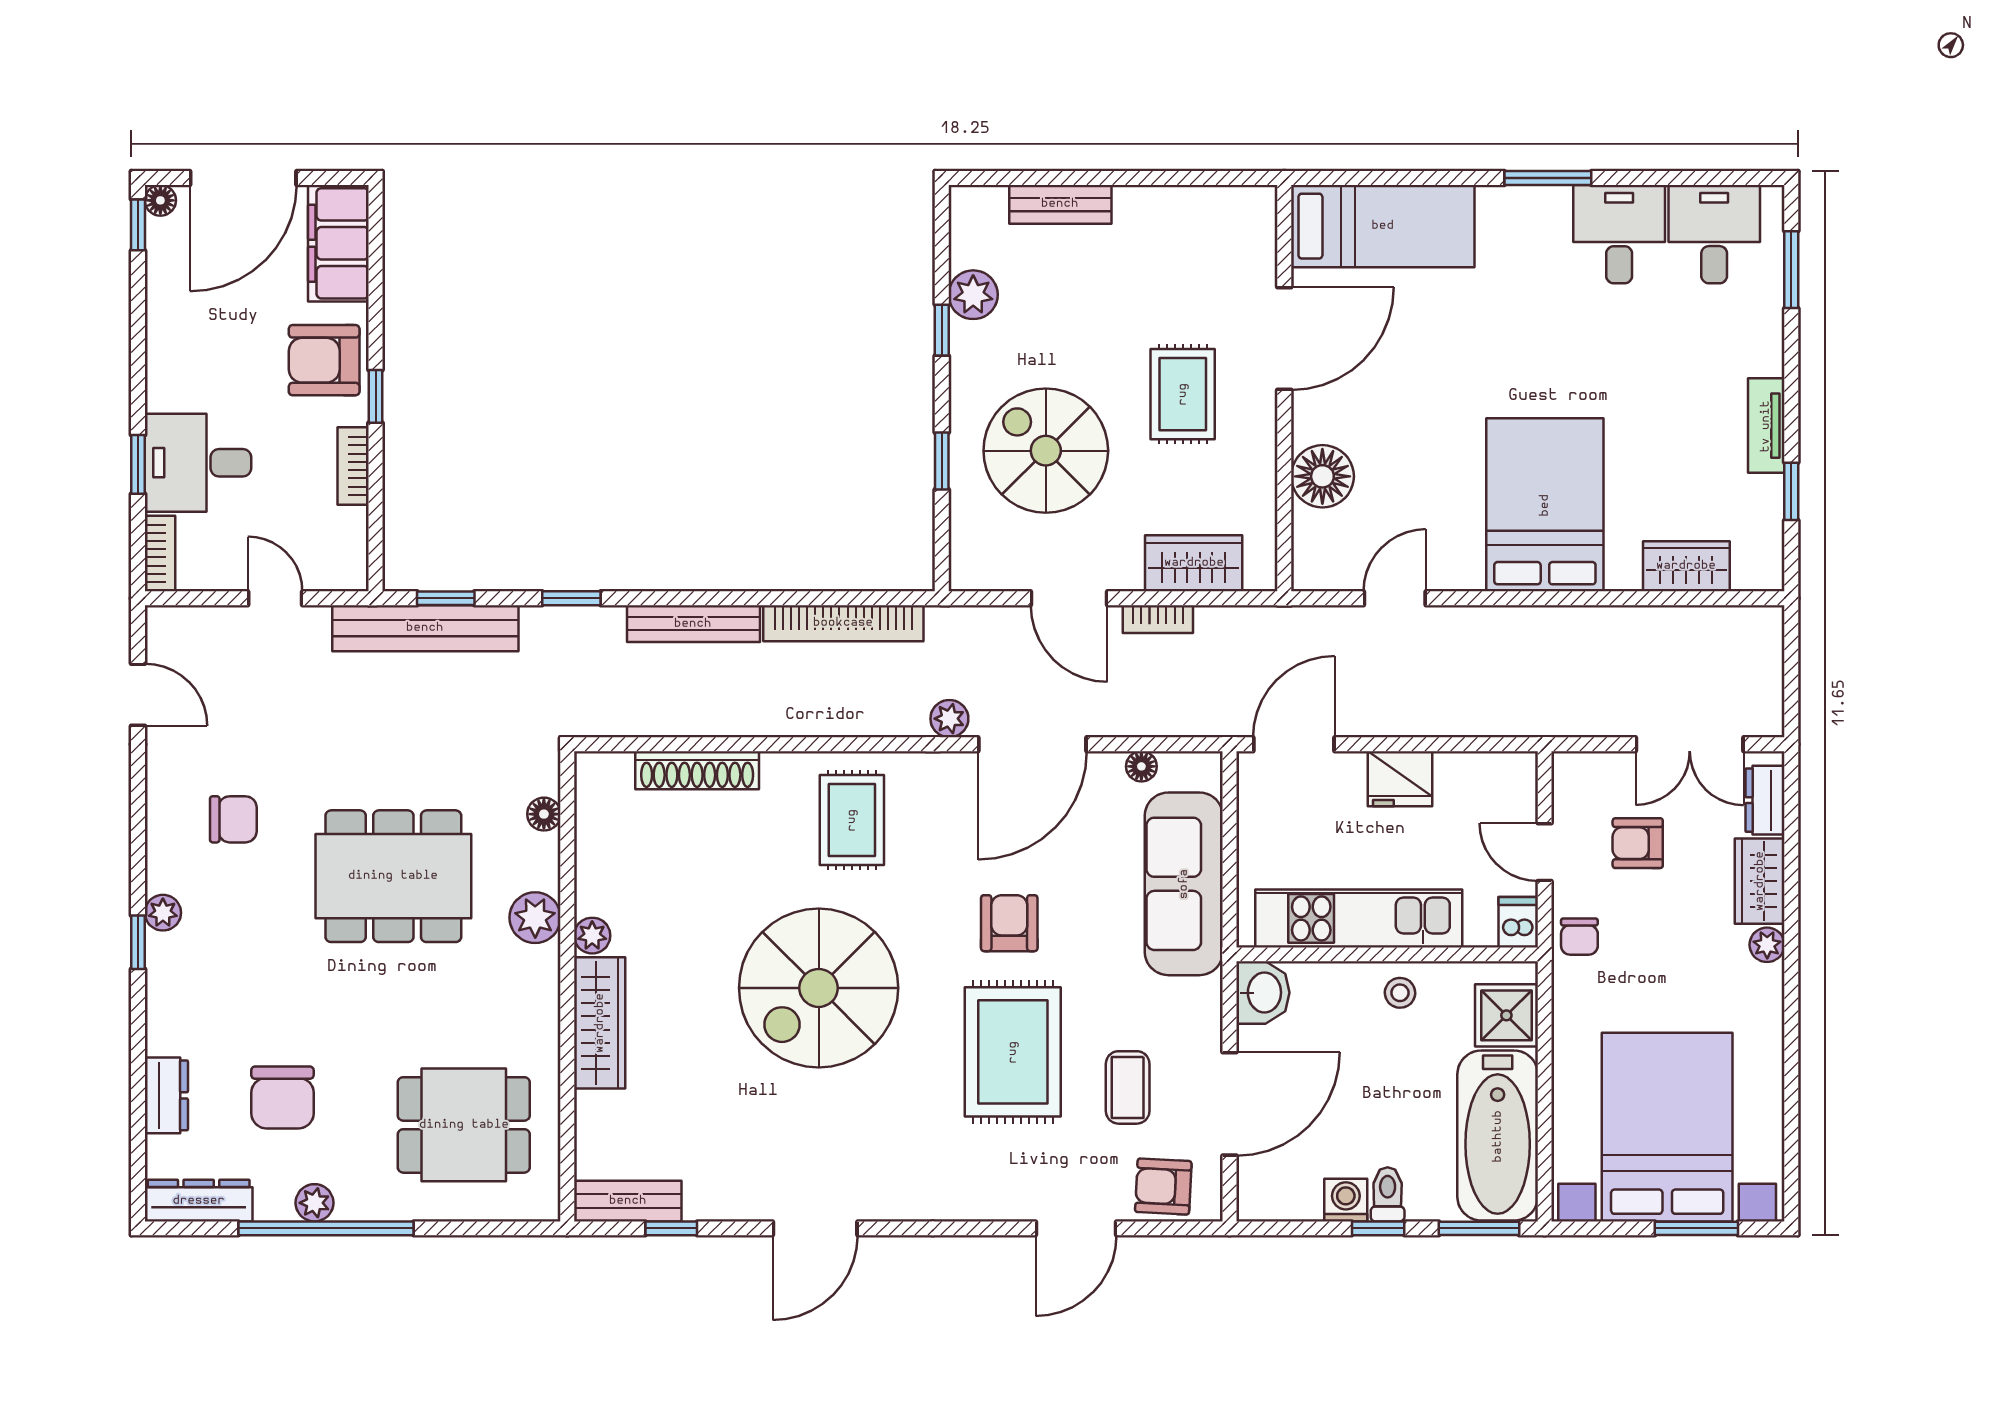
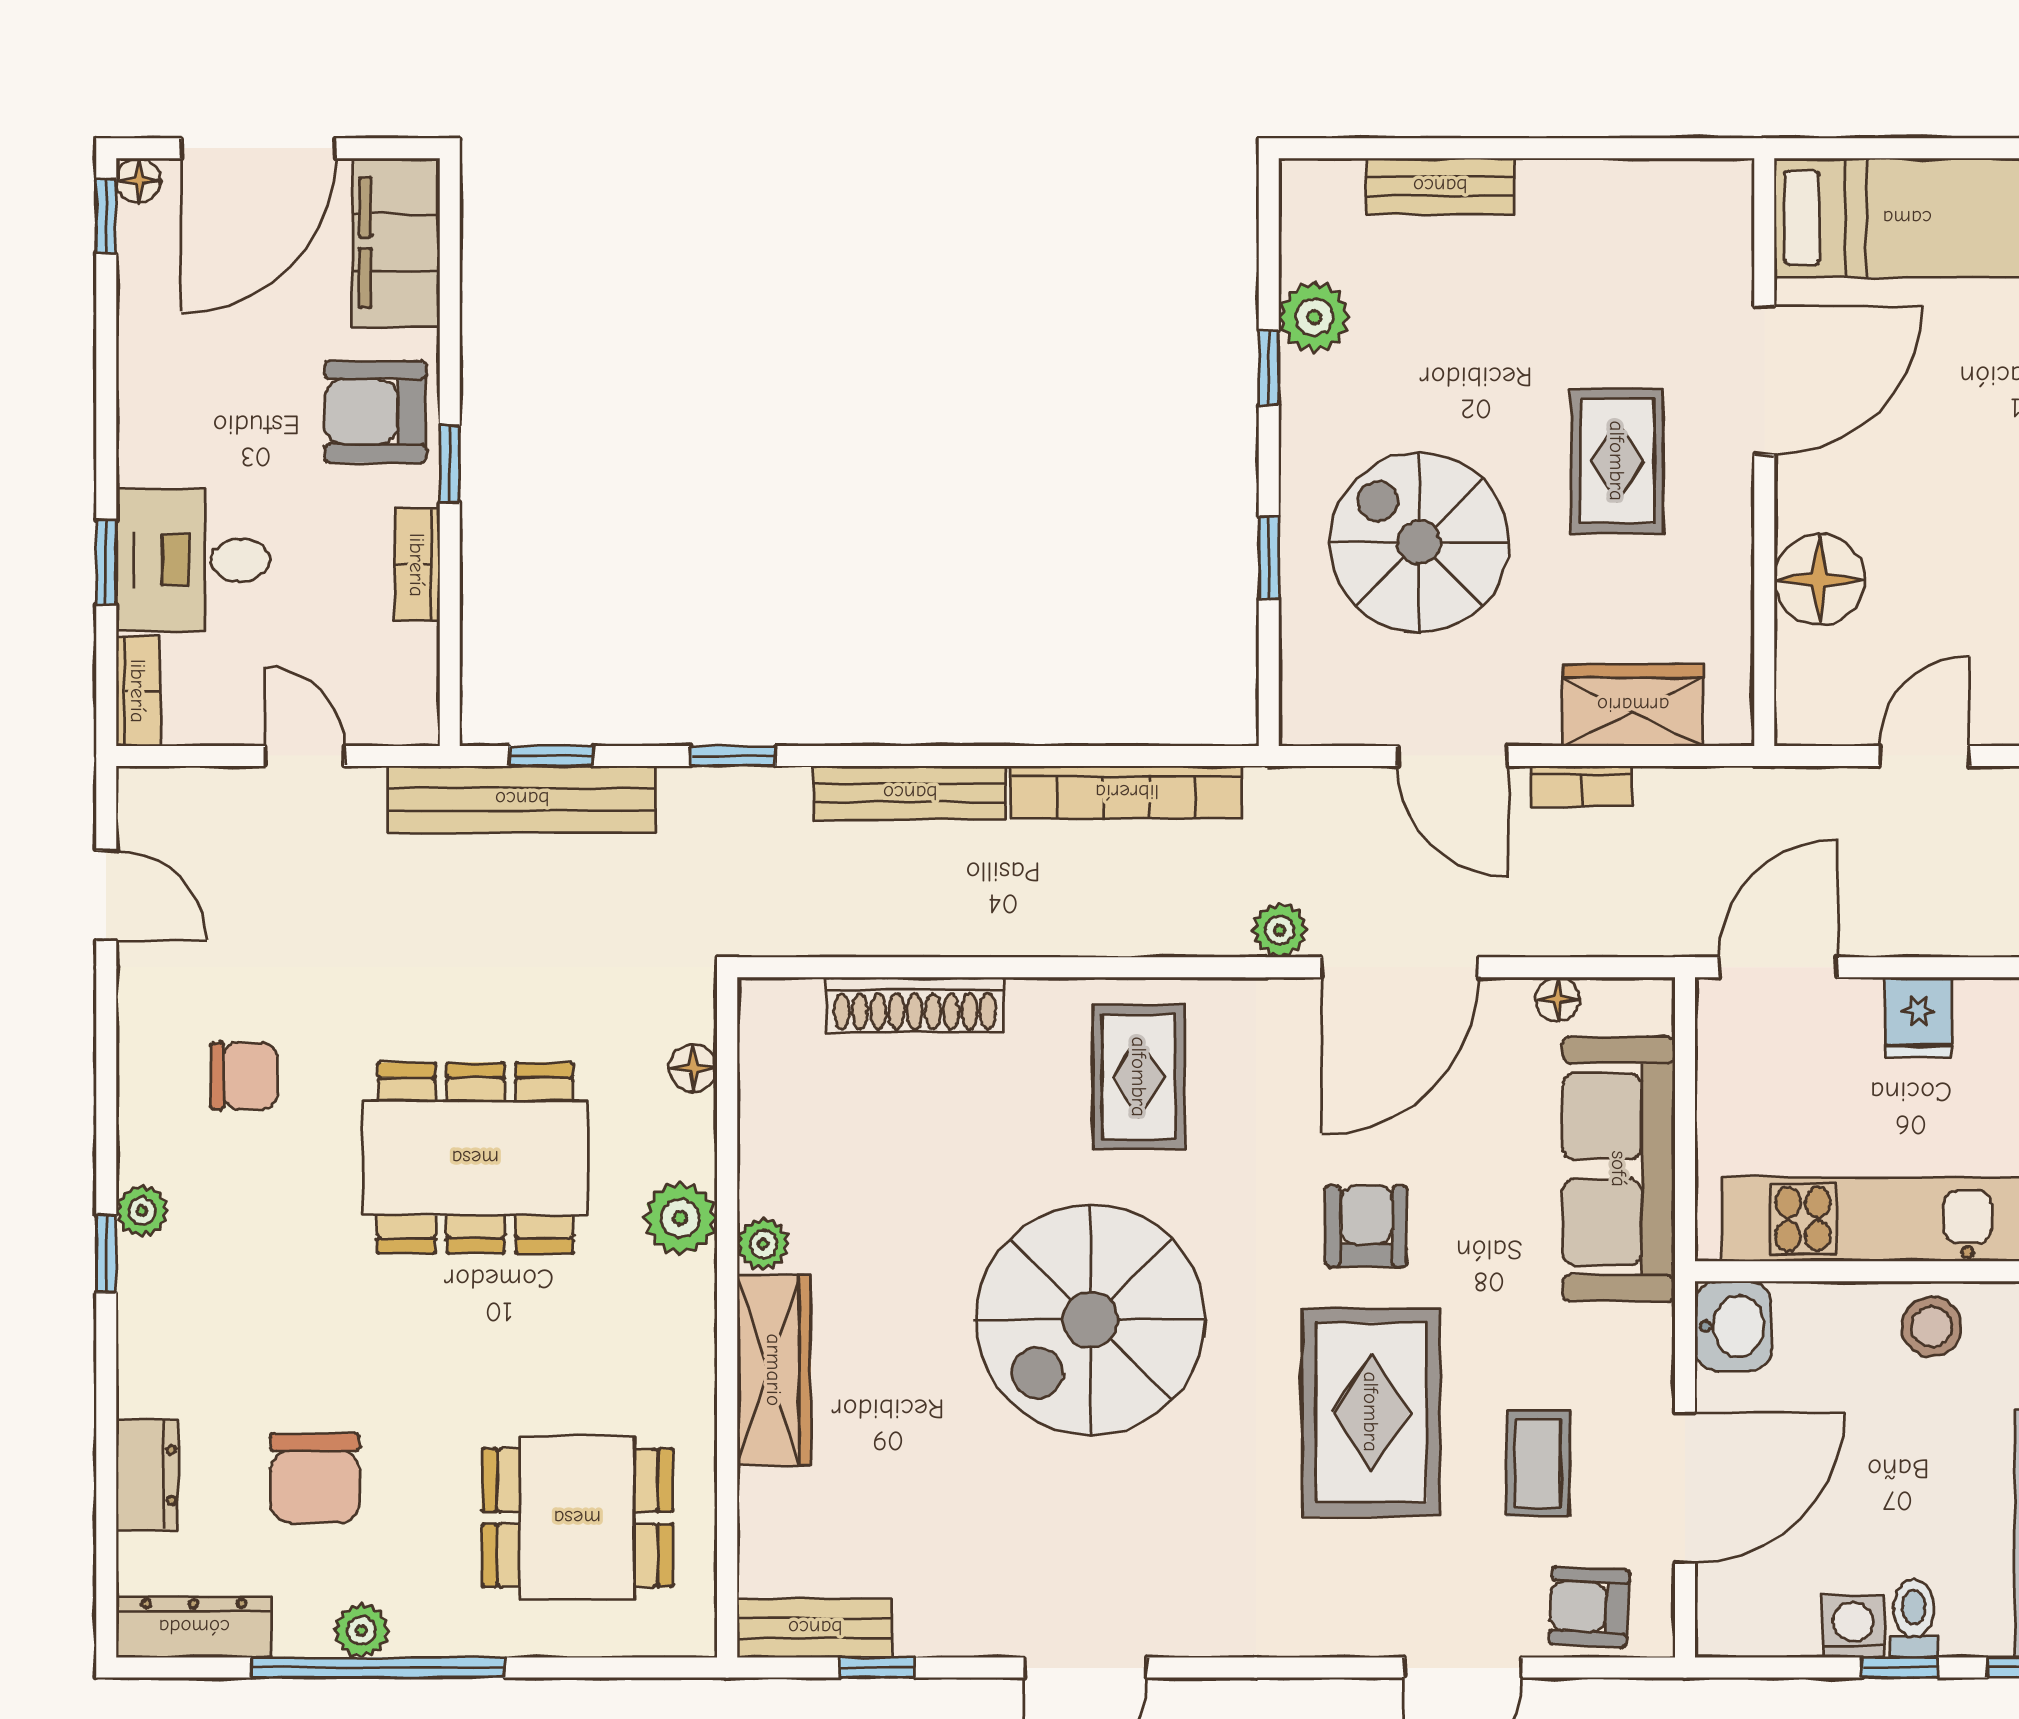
fridge: (1400, 779) -> (1919, 1017), width x0.72
stool: (1400, 993) -> (1932, 1327), width x1.37, depth x1.37

